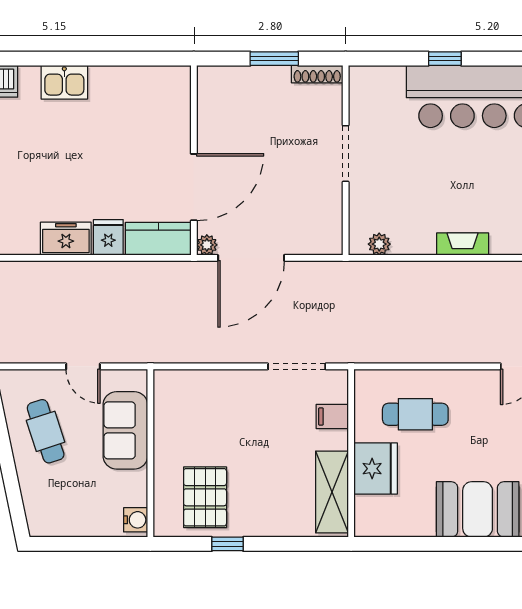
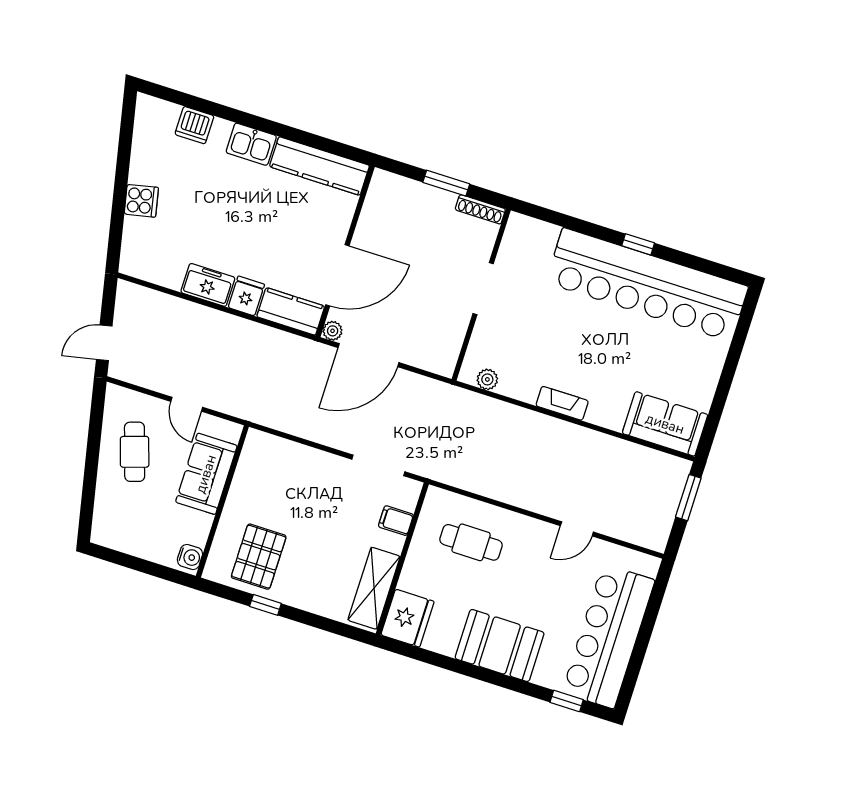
window: (445, 59) -> (638, 244), moved
kitchen counter: (140, 82) -> (319, 166), added
fridge: (376, 469) -> (408, 618), moved

